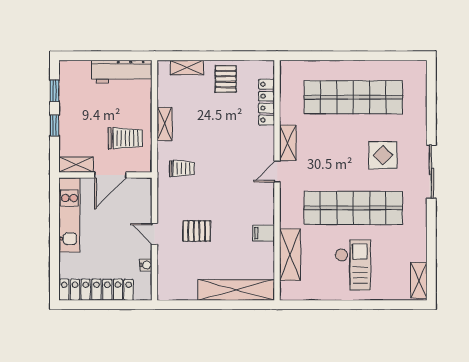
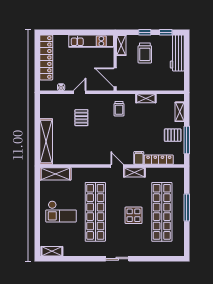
window: (234, 56) -> (187, 140), added
window: (346, 56) -> (187, 207), added
workbench: (122, 71) -> (177, 53), moved
trolley: (125, 138) -> (145, 53), moved
display table: (383, 155) -> (134, 215), moved
sliding door: (431, 171) -> (117, 259), width x0.73
door: (110, 175) -> (115, 77), moved
filing cabinet: (264, 233) -> (139, 158), moved
shelving: (290, 255) -> (55, 174), moved

